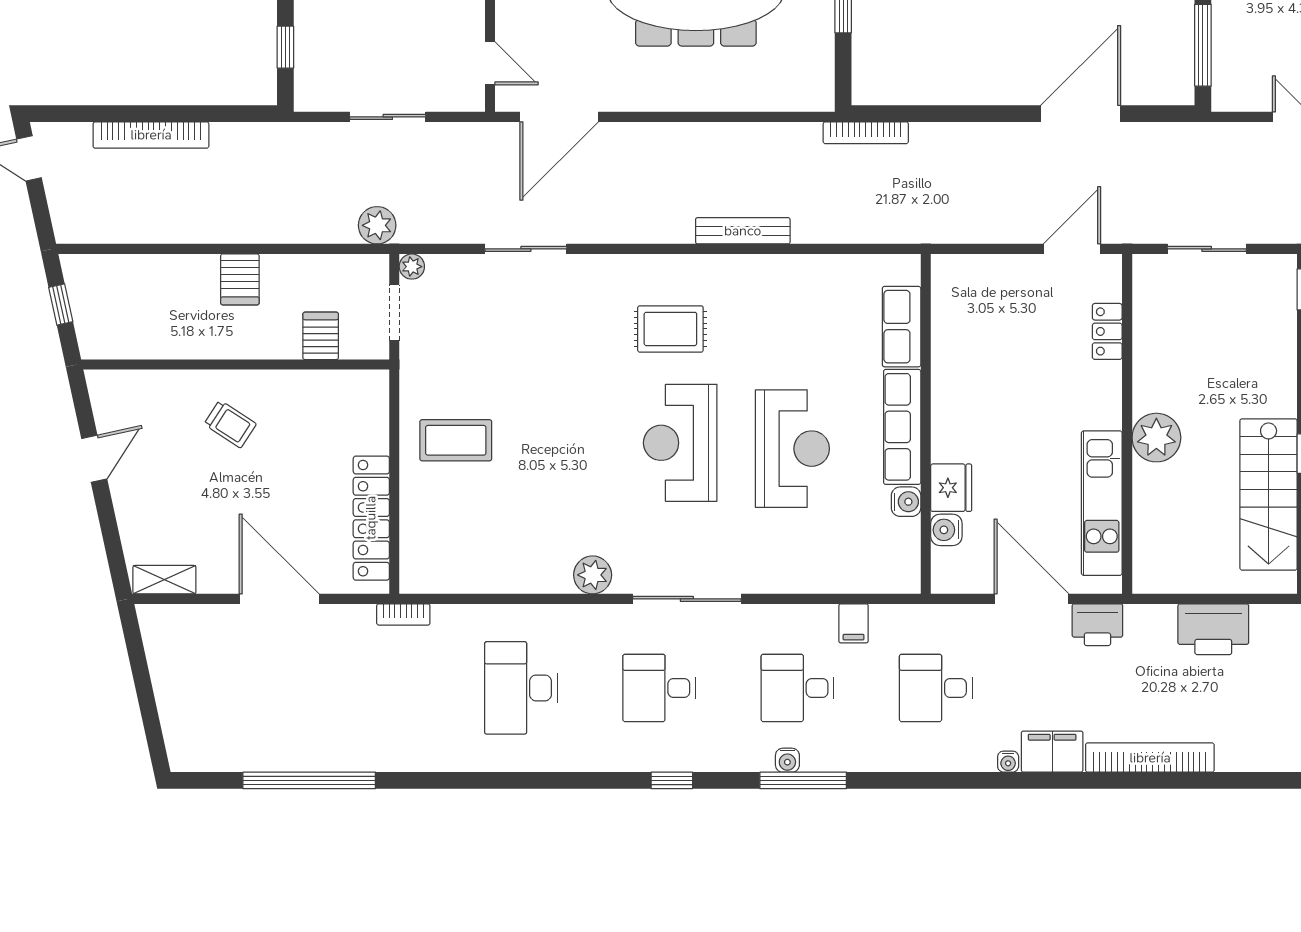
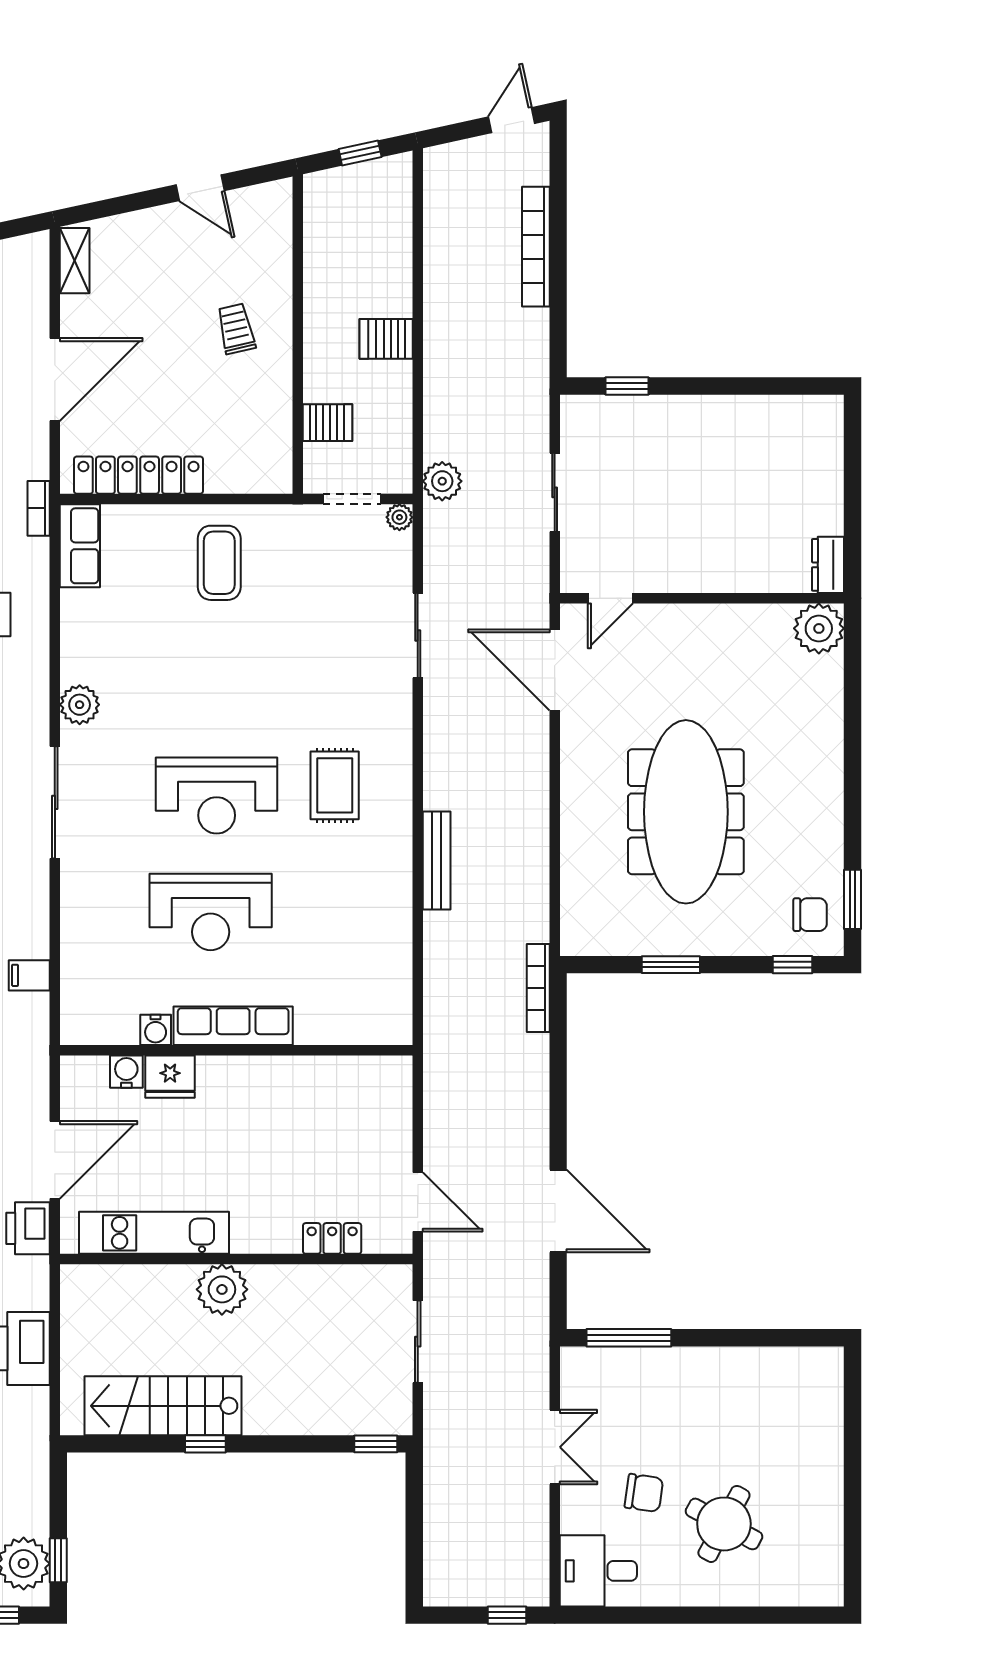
row of seats: (902, 327) -> (80, 546), moved, turned 90
trolley: (230, 424) -> (236, 329), turned 134
reception desk: (680, 443) -> (217, 796), turned 180

